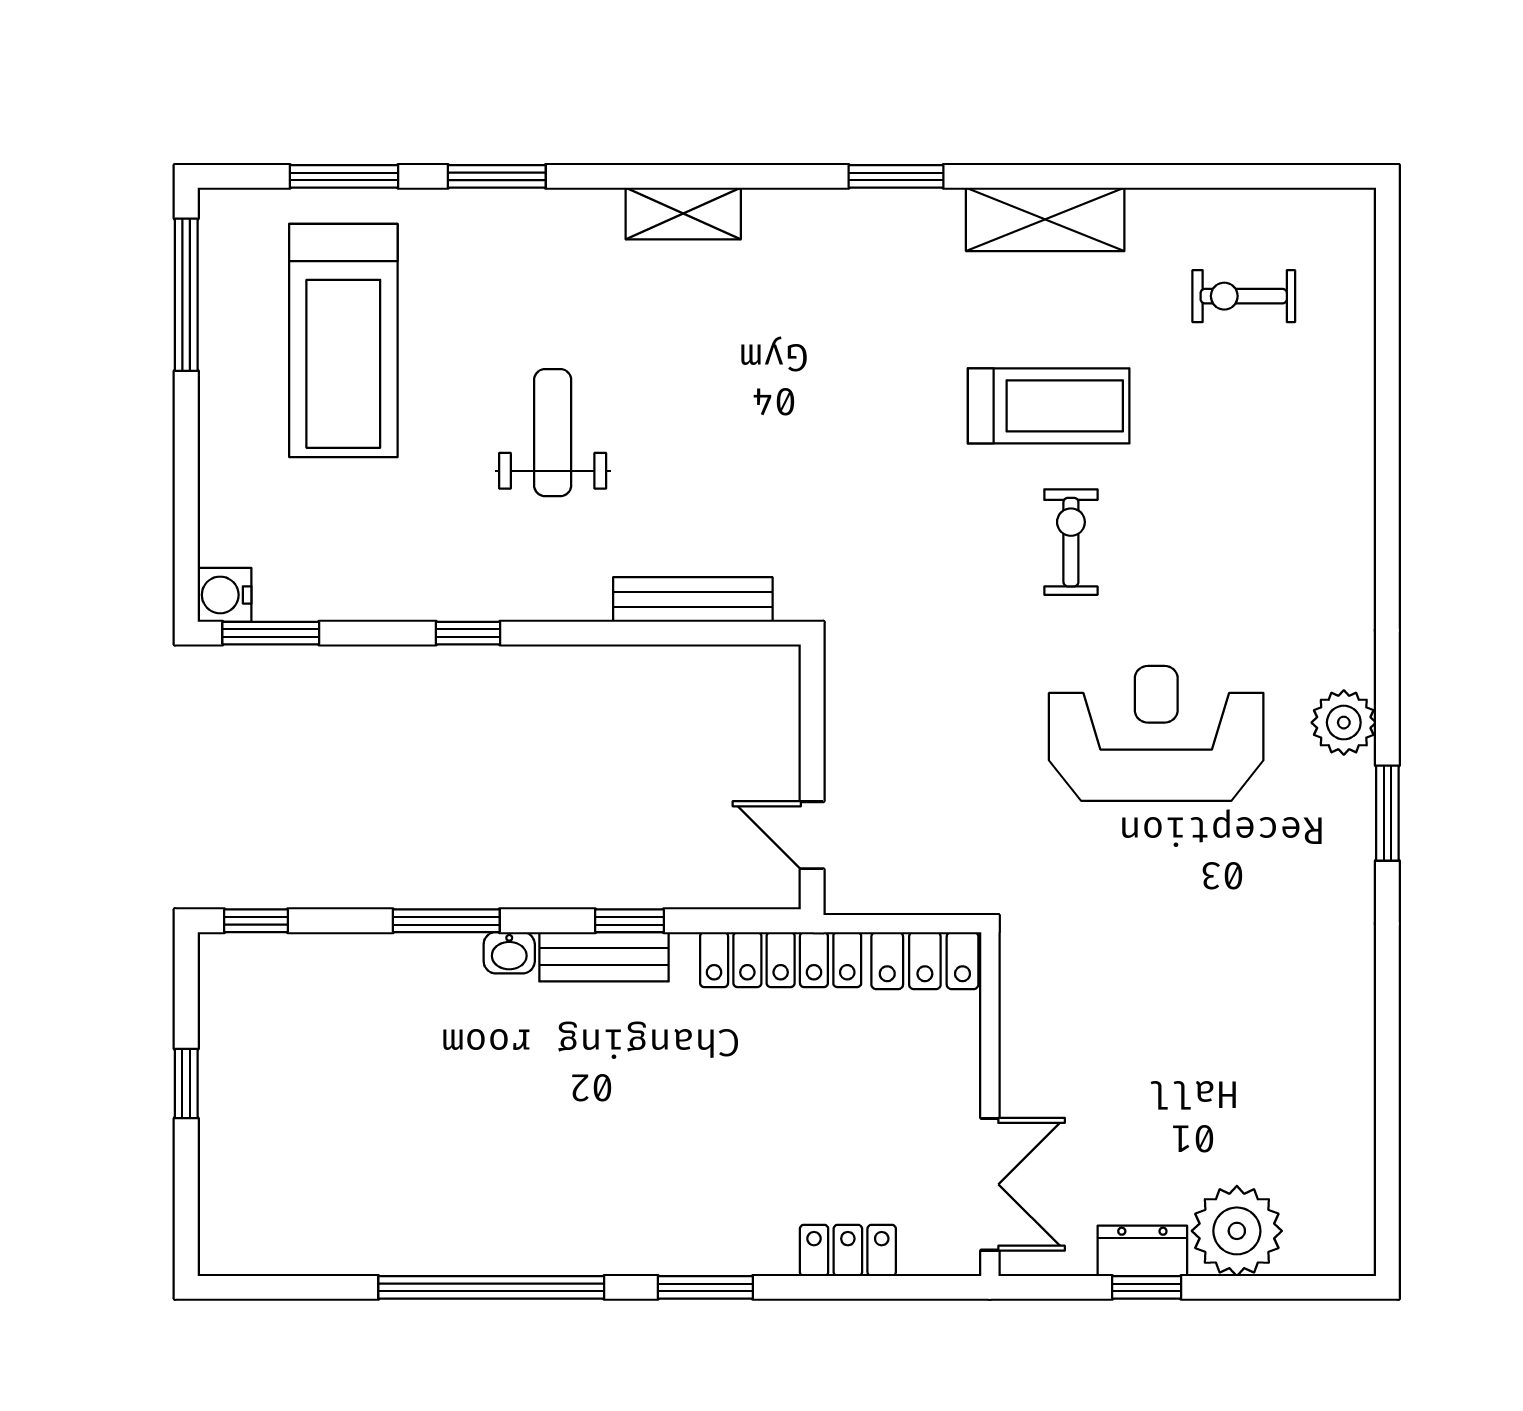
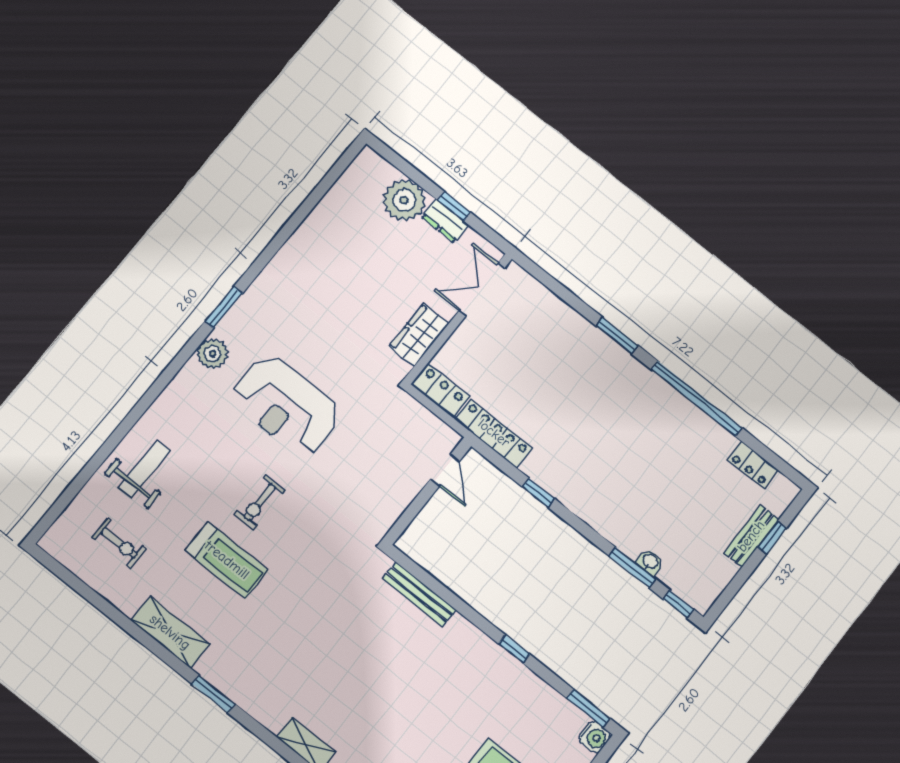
treadmill: (1049, 406) -> (227, 560), turned 180
weight bench: (553, 433) -> (144, 469), moved, turned 180
window: (446, 921) -> (632, 567), moved
washbasin: (509, 953) -> (650, 562), moved
bench: (604, 957) -> (751, 536), moved, turned 90
wardrobe: (1033, 1025) -> (419, 335), added
window: (186, 1083) -> (772, 537), moved
locker: (848, 1250) -> (753, 465), moved

